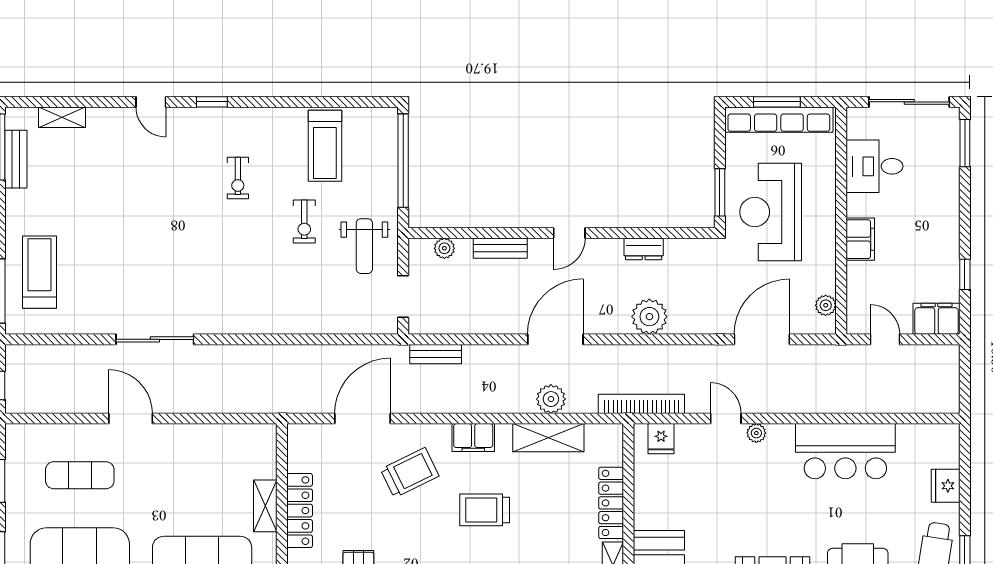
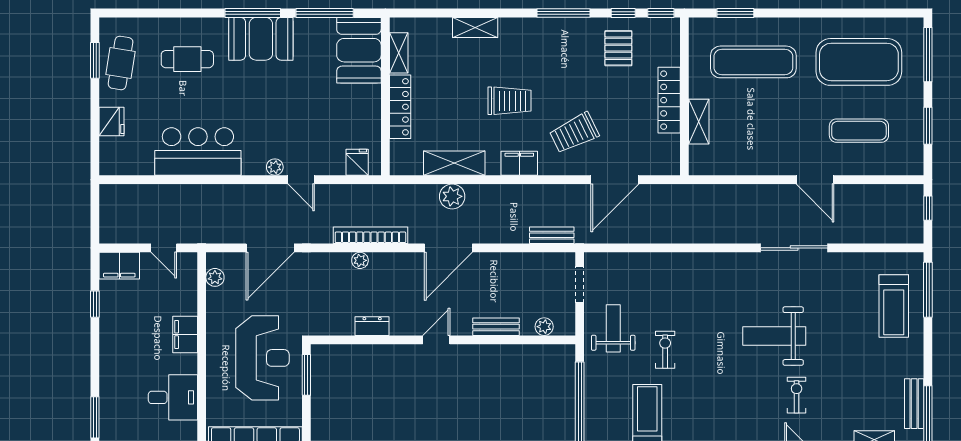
exercise bike: (238, 178) -> (797, 395), moved
weight bench: (178, 237) -> (774, 336), added
plant: (649, 317) -> (360, 260), width x0.53, depth x0.53
bookcase: (641, 404) -> (370, 235), moved, turned 180
shelving: (265, 506) -> (699, 122), moved

